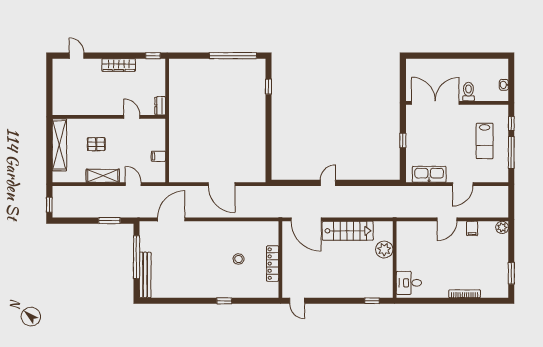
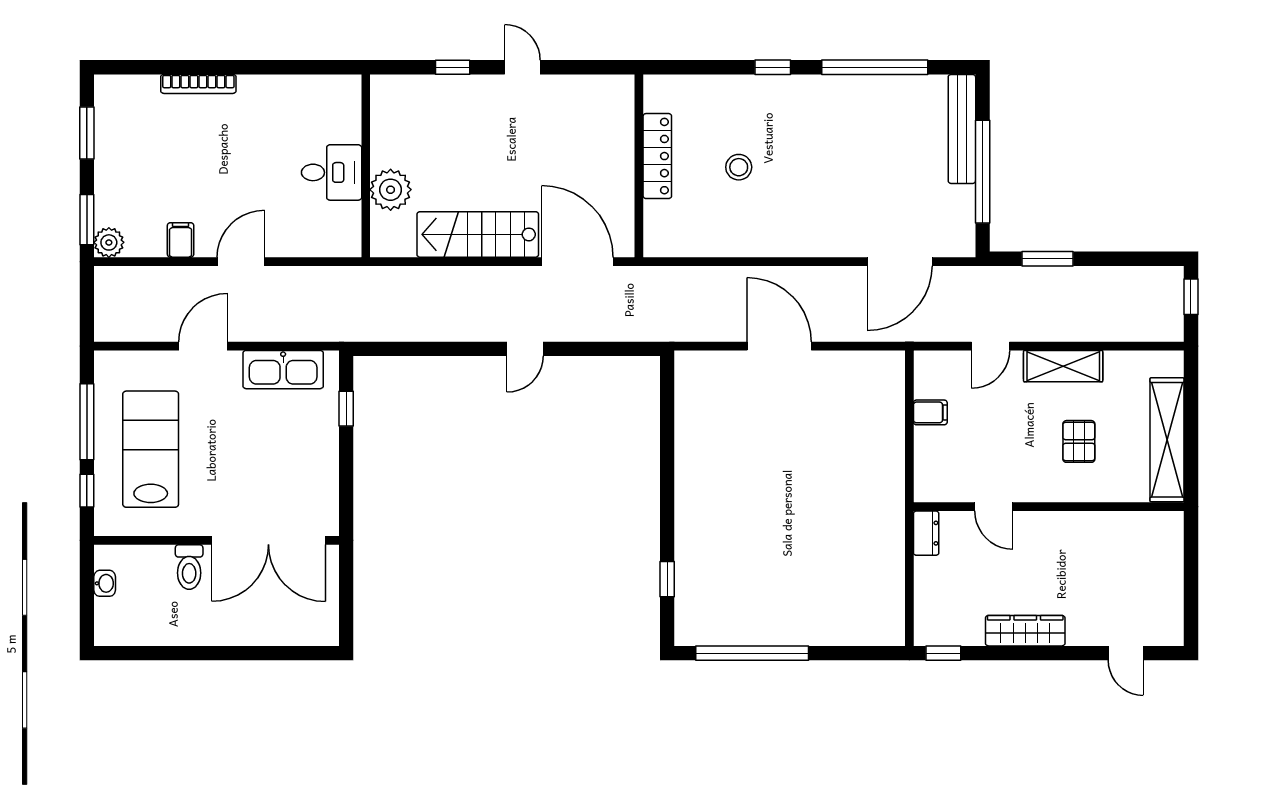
window: (403, 140) -> (346, 409), moved
lab bench: (485, 141) -> (151, 449), width x1.36, depth x1.39
pallet: (96, 144) -> (1079, 441), turned 90
door: (133, 184) -> (990, 346), hinge flipped
window: (511, 237) -> (87, 220), added
desk: (409, 283) -> (332, 172), moved
window: (182, 301) -> (875, 67), added
door: (297, 301) -> (522, 67), moved
window: (372, 301) -> (453, 67), moved

